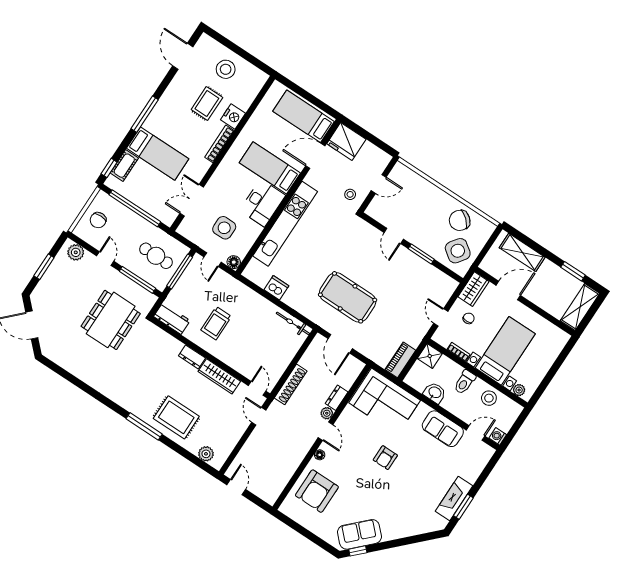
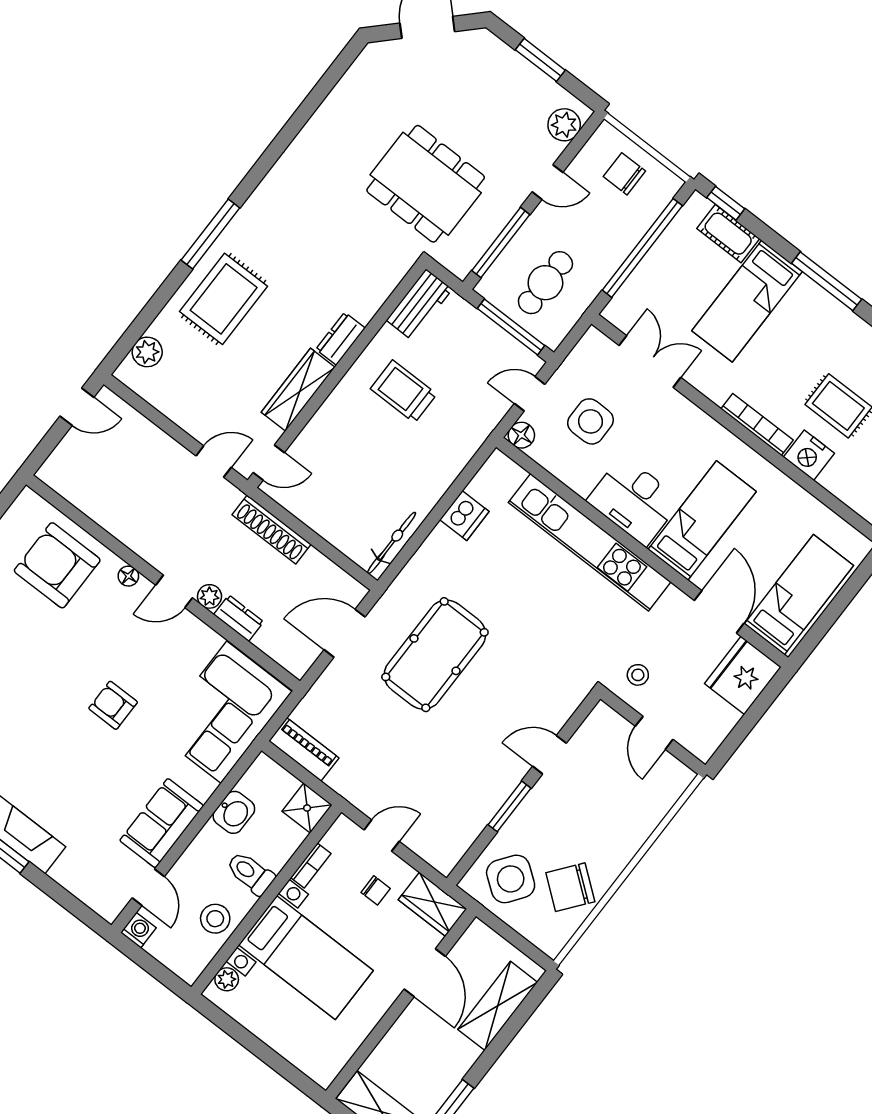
chair: (460, 220) -> (570, 887), turned -93

